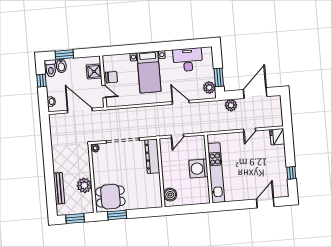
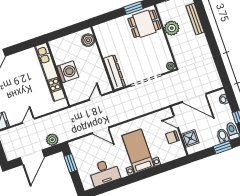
plant: (209, 88) -> (77, 151), removed

